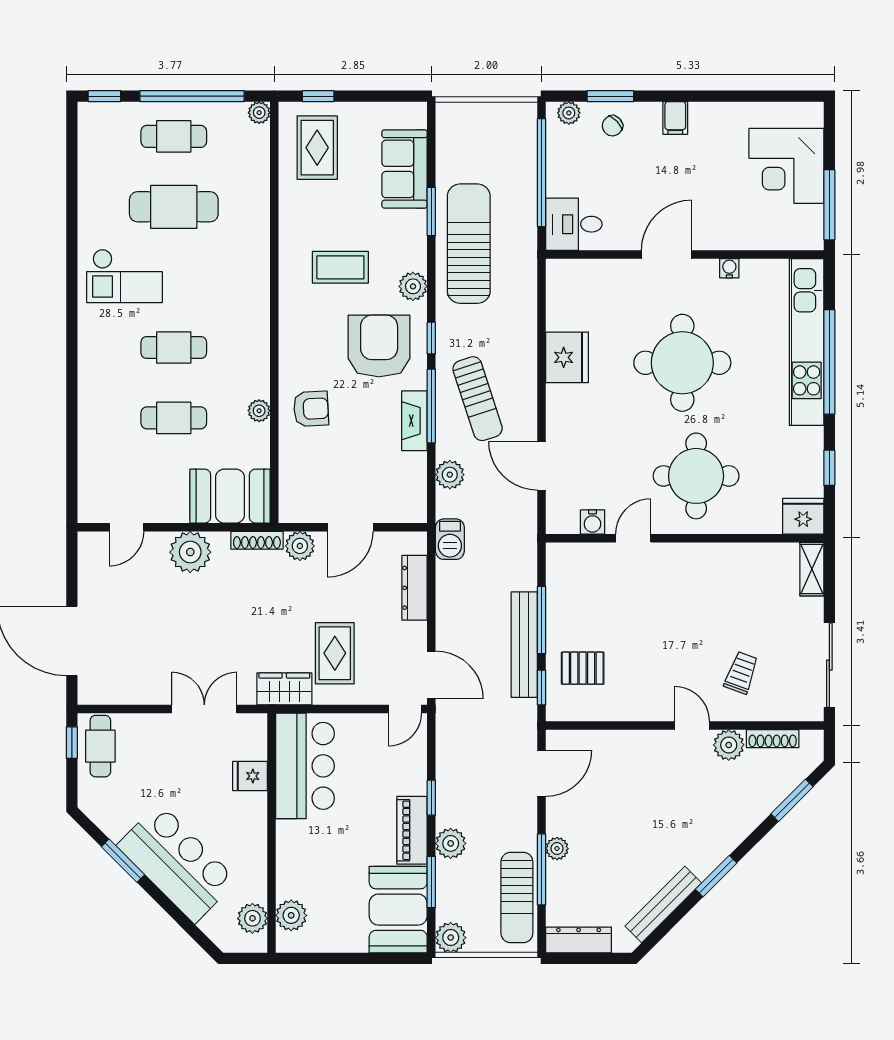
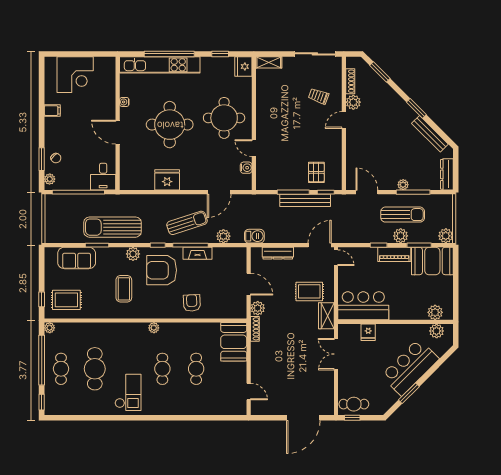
filing cabinet: (675, 118) -> (52, 111), moved
window: (829, 205) -> (94, 54), removed
plant: (259, 411) -> (154, 328), moved
plant: (190, 552) -> (261, 361), removed
sun lounger: (517, 897) -> (403, 215), moved

